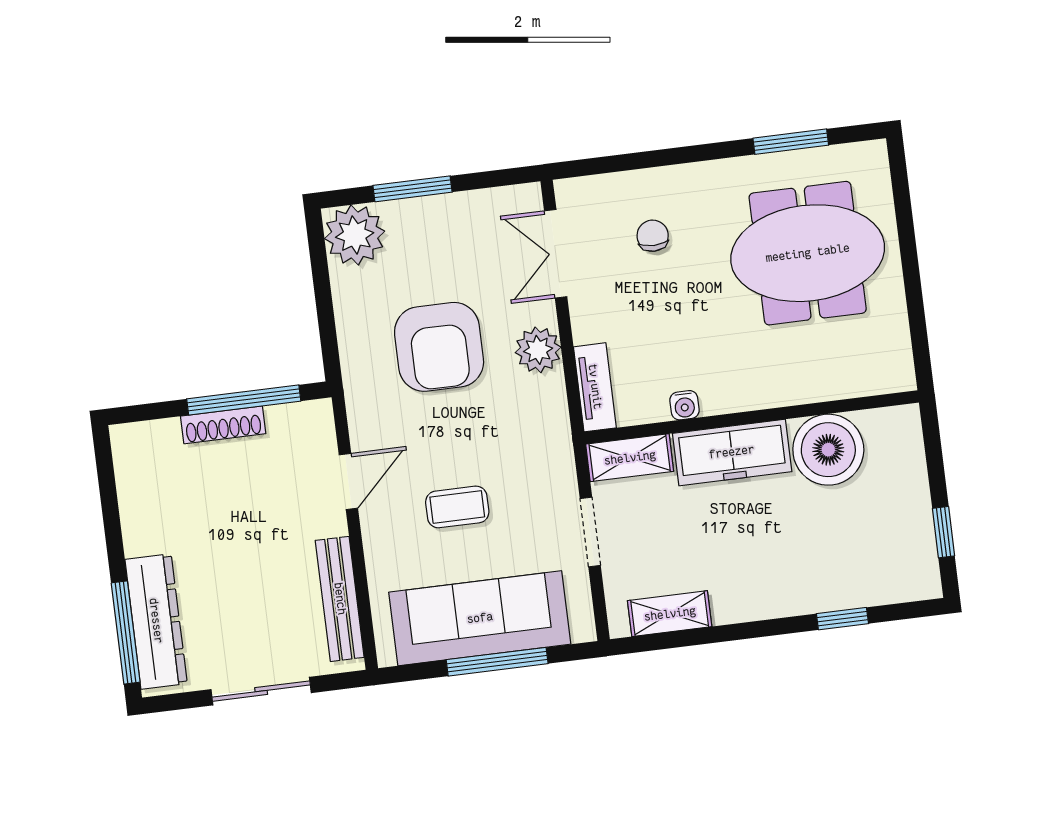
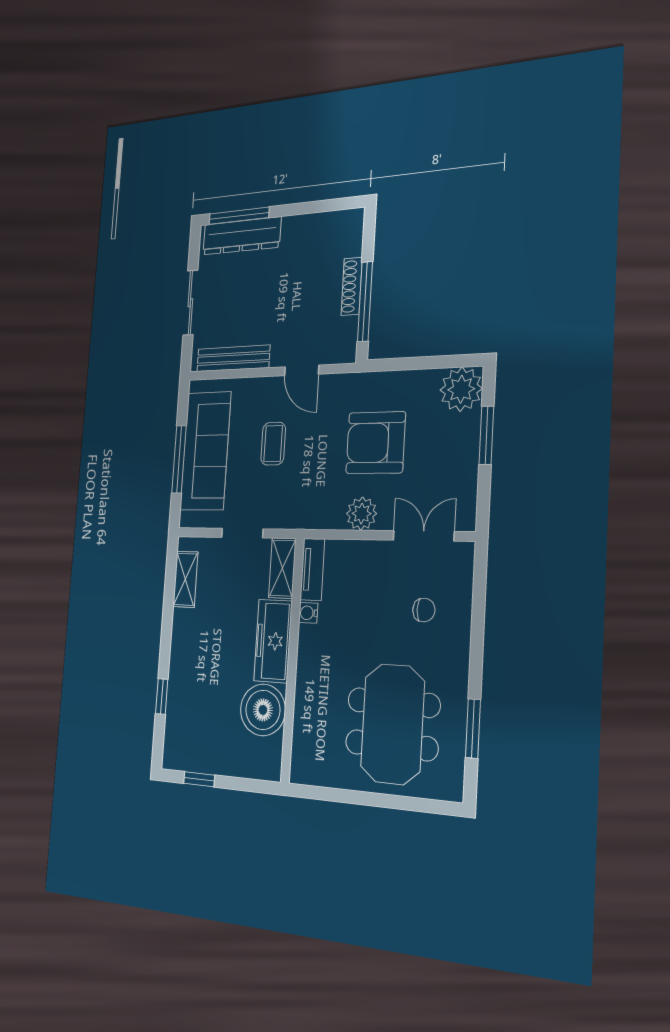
tv unit: (595, 387) -> (312, 569), moved, turned -90

